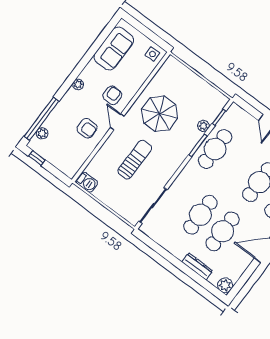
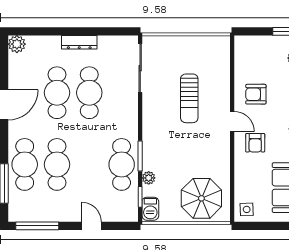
parasol: (160, 114) -> (201, 198), moved
barbecue: (87, 182) -> (150, 209), moved, turned -90
dresser: (197, 266) -> (79, 42), moved

